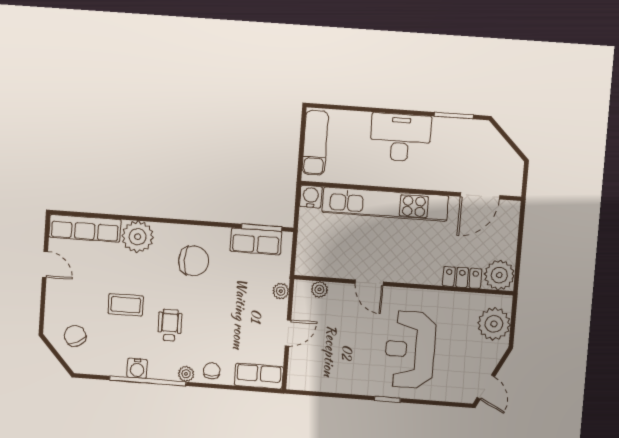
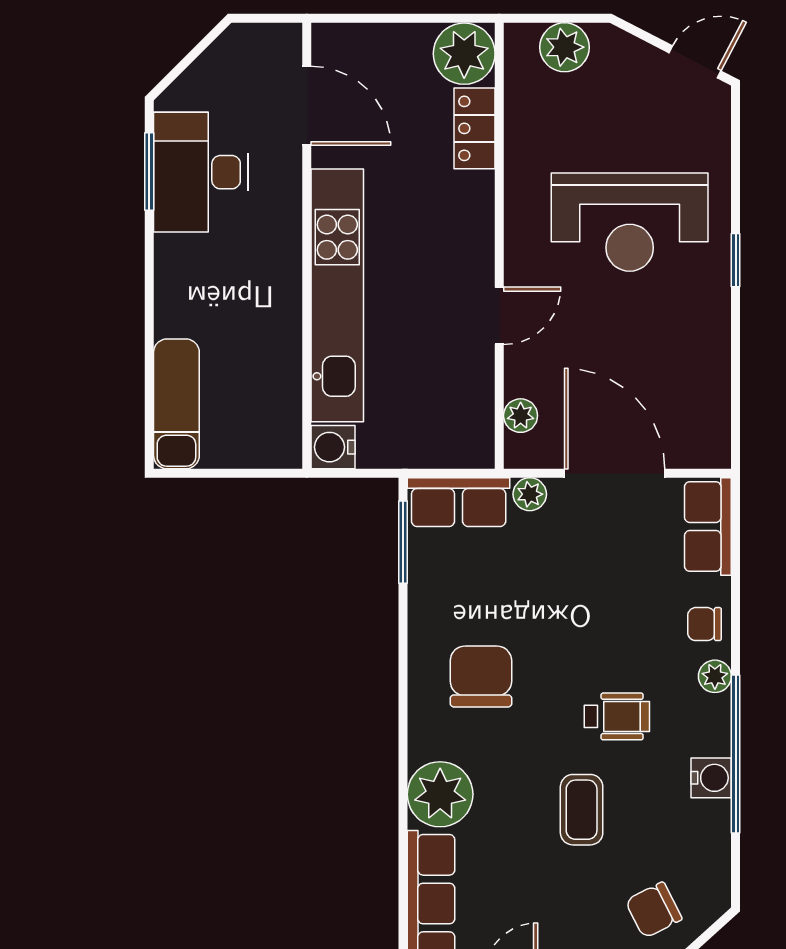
desk: (400, 137) -> (201, 172), moved
exam couch: (315, 143) -> (176, 404), moved, turned 90
row of seats: (256, 241) -> (459, 502), moved, turned 90
plant: (494, 324) -> (564, 47), width x0.73, depth x0.73
wheelchair: (170, 325) -> (617, 716), turned 180
door: (288, 333) -> (615, 473), width x1.87

